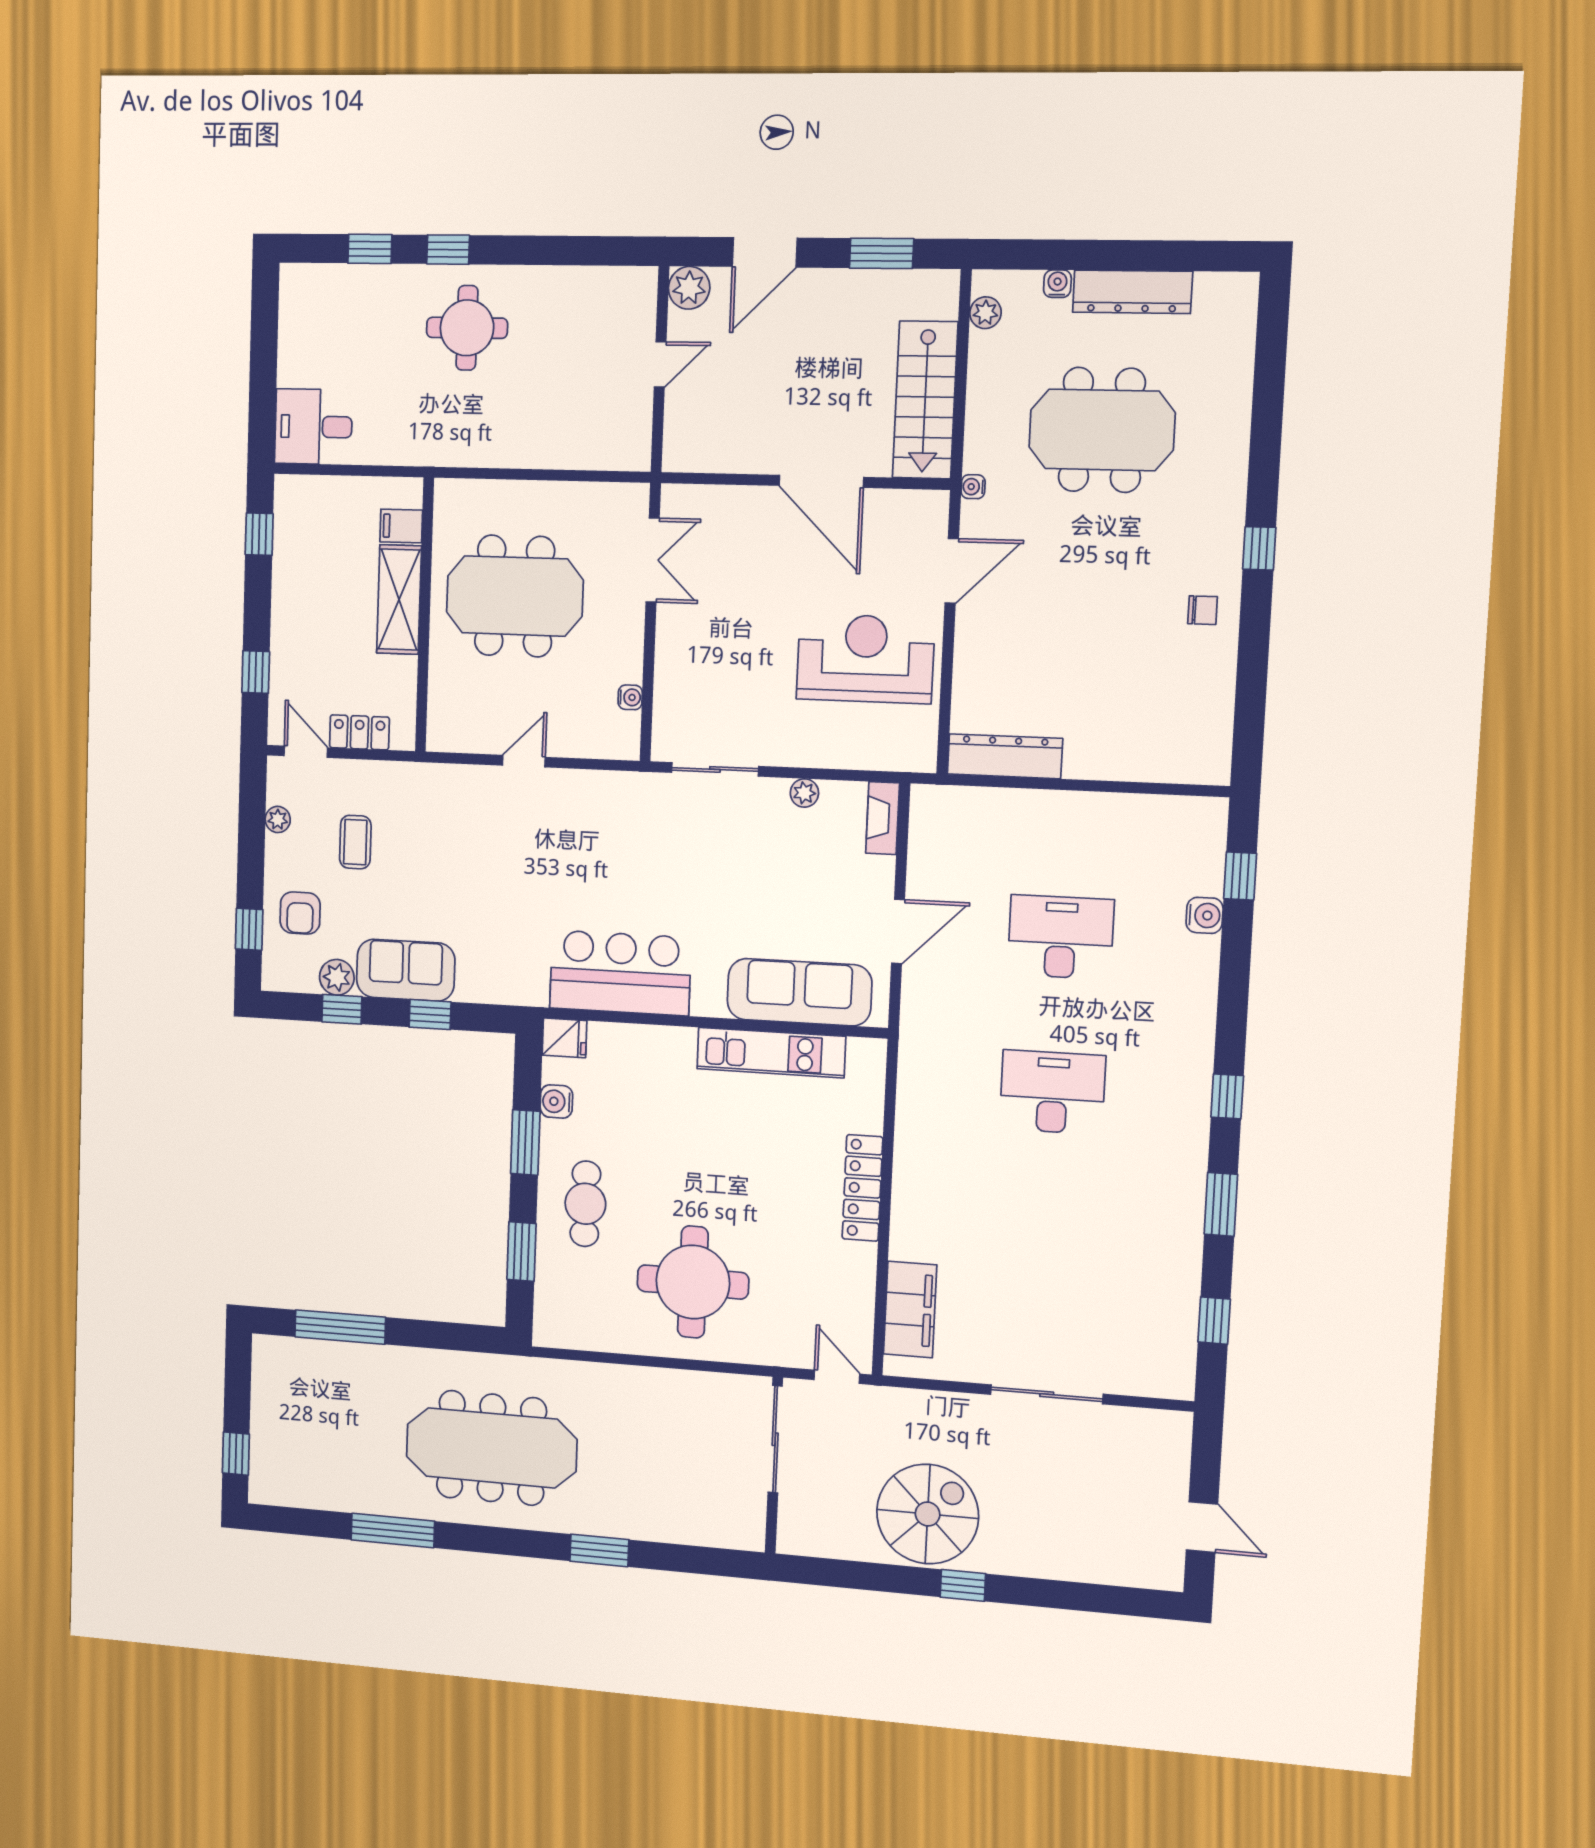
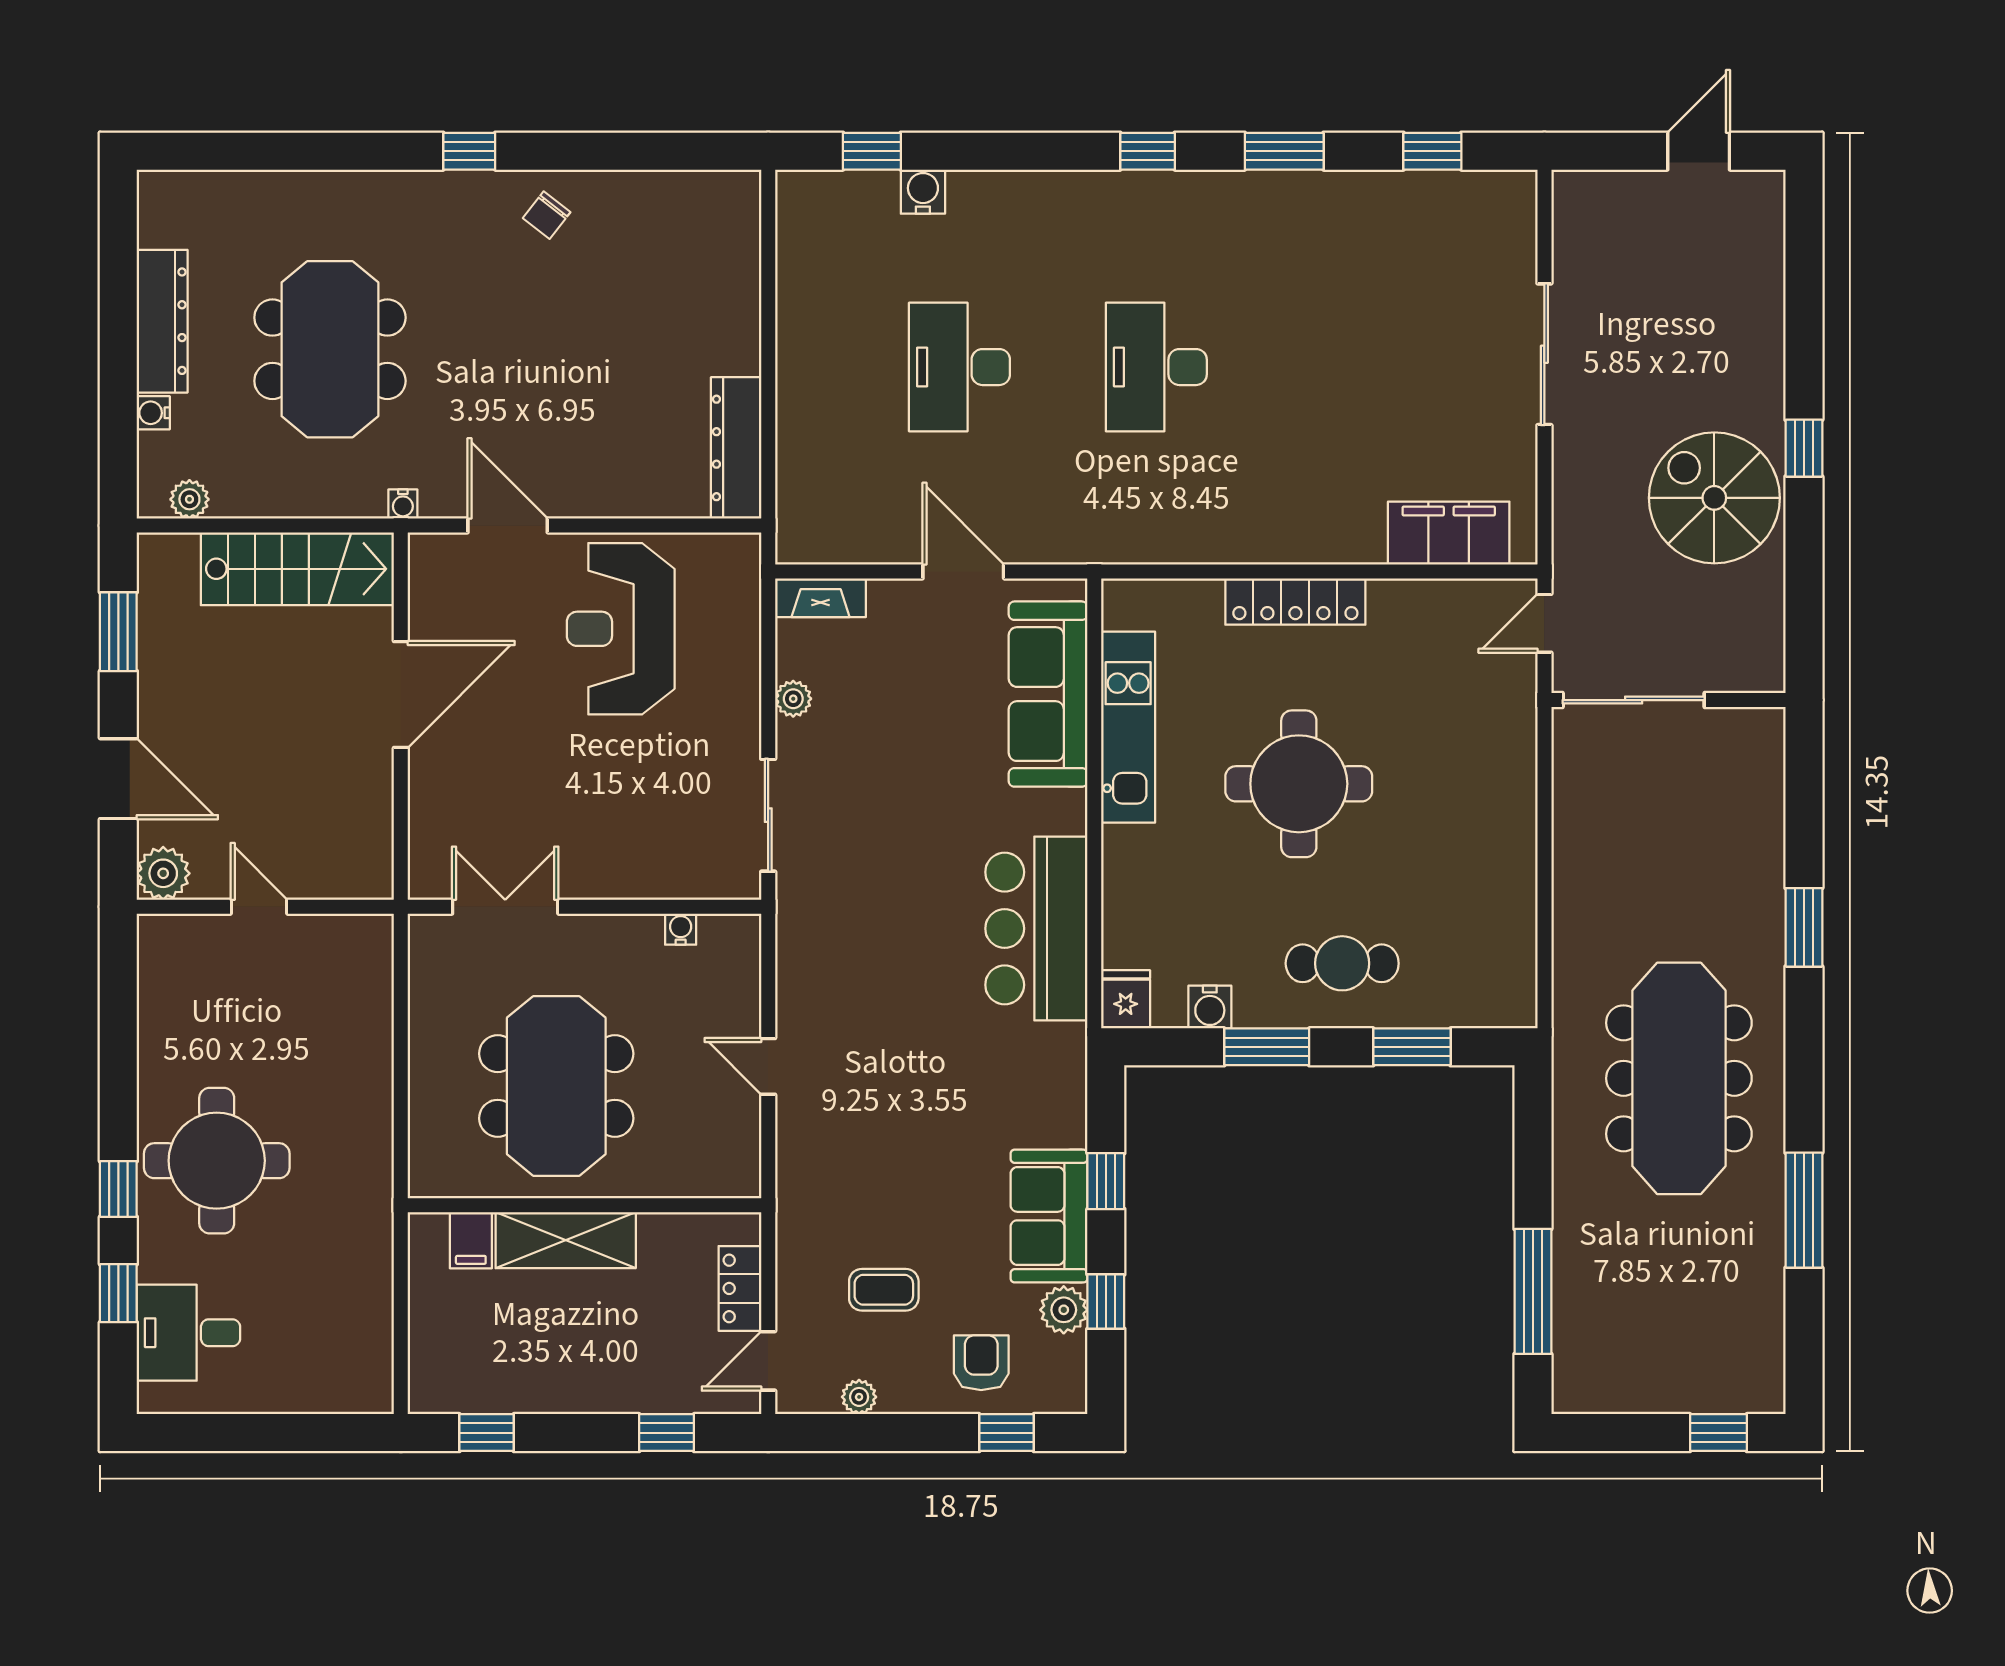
round table: (467, 328) -> (217, 1161), width x1.36, depth x1.36
desk: (313, 427) -> (188, 1333), moved, turned 90
chair: (1203, 610) -> (547, 215), turned -142
armchair: (300, 913) -> (981, 1363), turned -90
round table: (693, 1282) -> (1299, 784), moved

